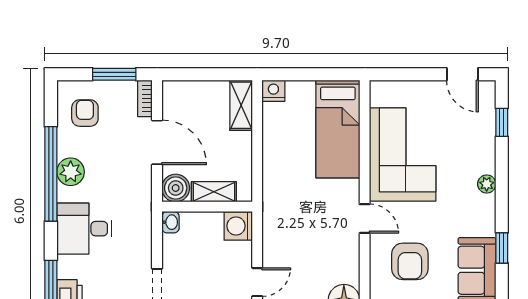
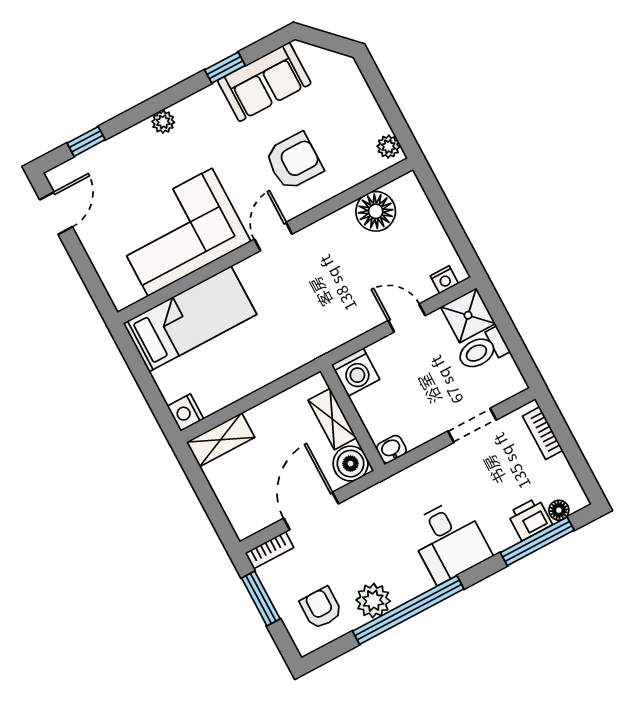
armchair: (85, 113) -> (321, 608), turned 90
plant: (71, 172) -> (373, 601), moved

